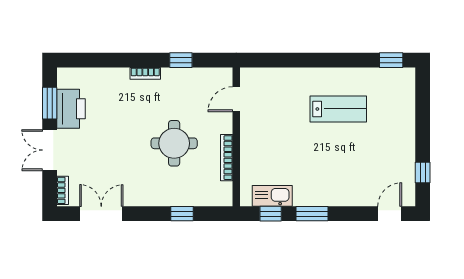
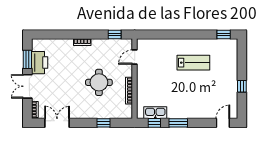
window: (181, 60) -> (115, 35), moved
window: (423, 173) -> (242, 86), moved

